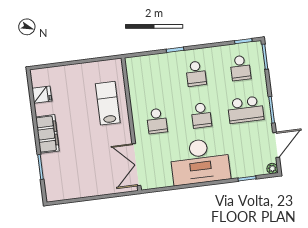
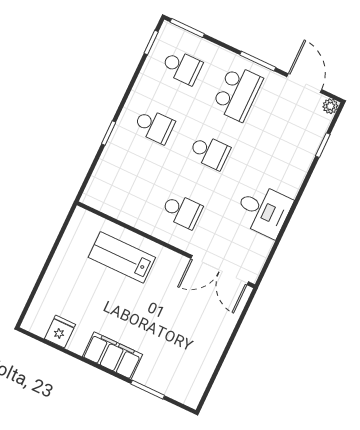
desk: (200, 161) -> (263, 210), width x0.53, depth x0.77

